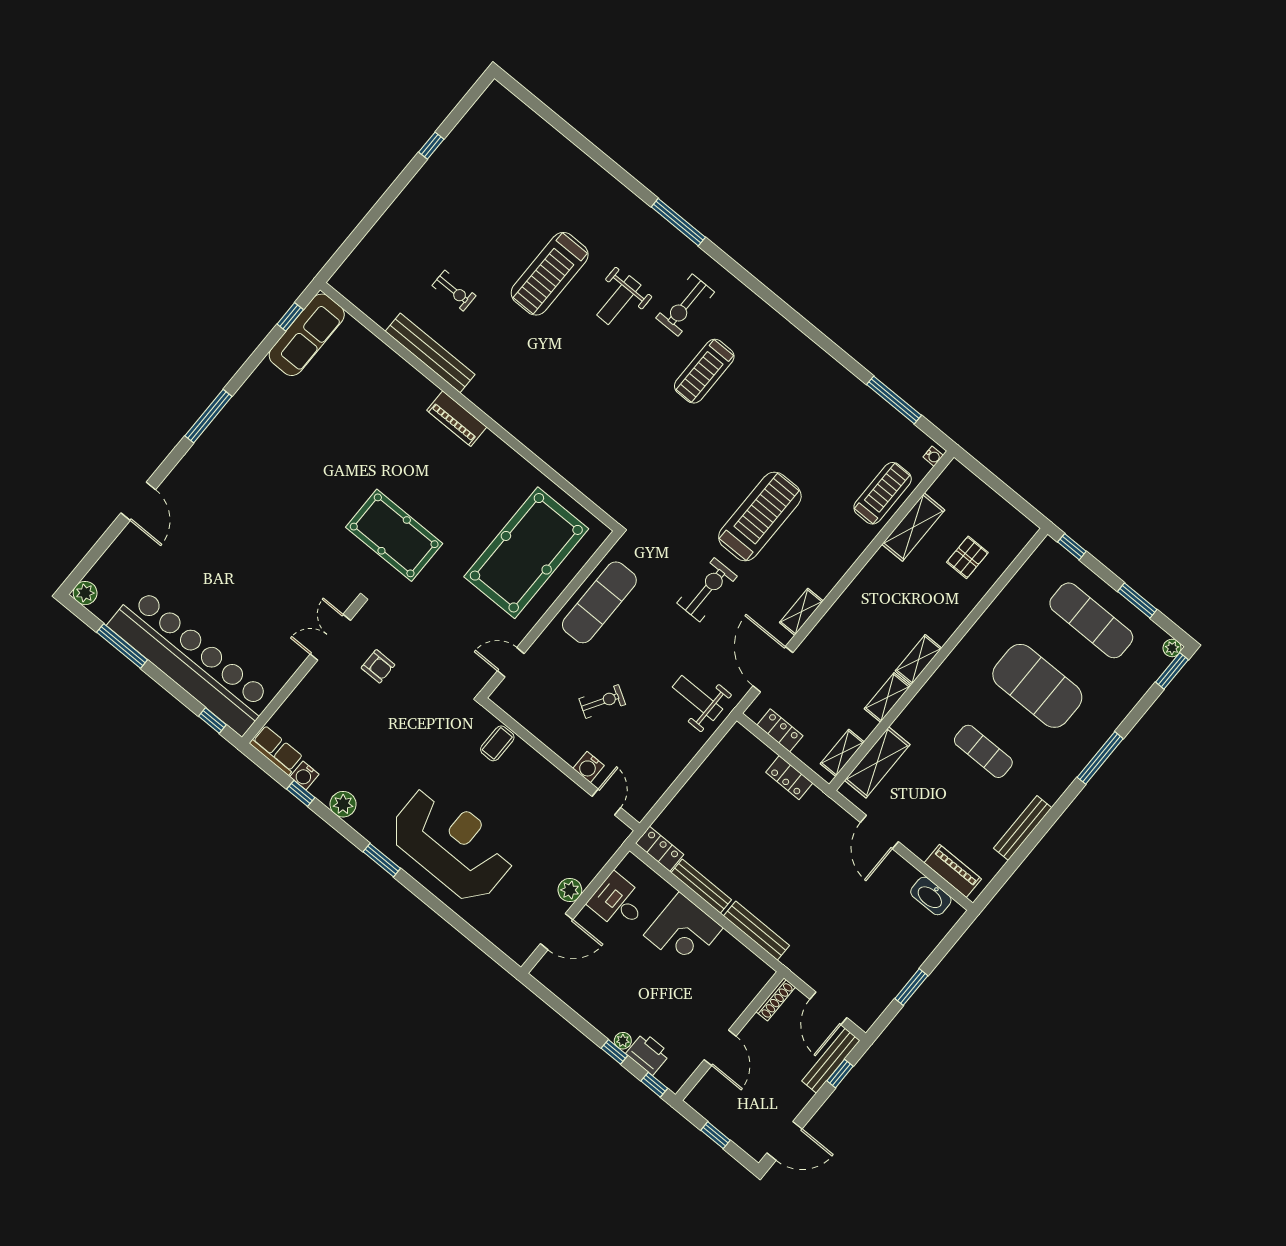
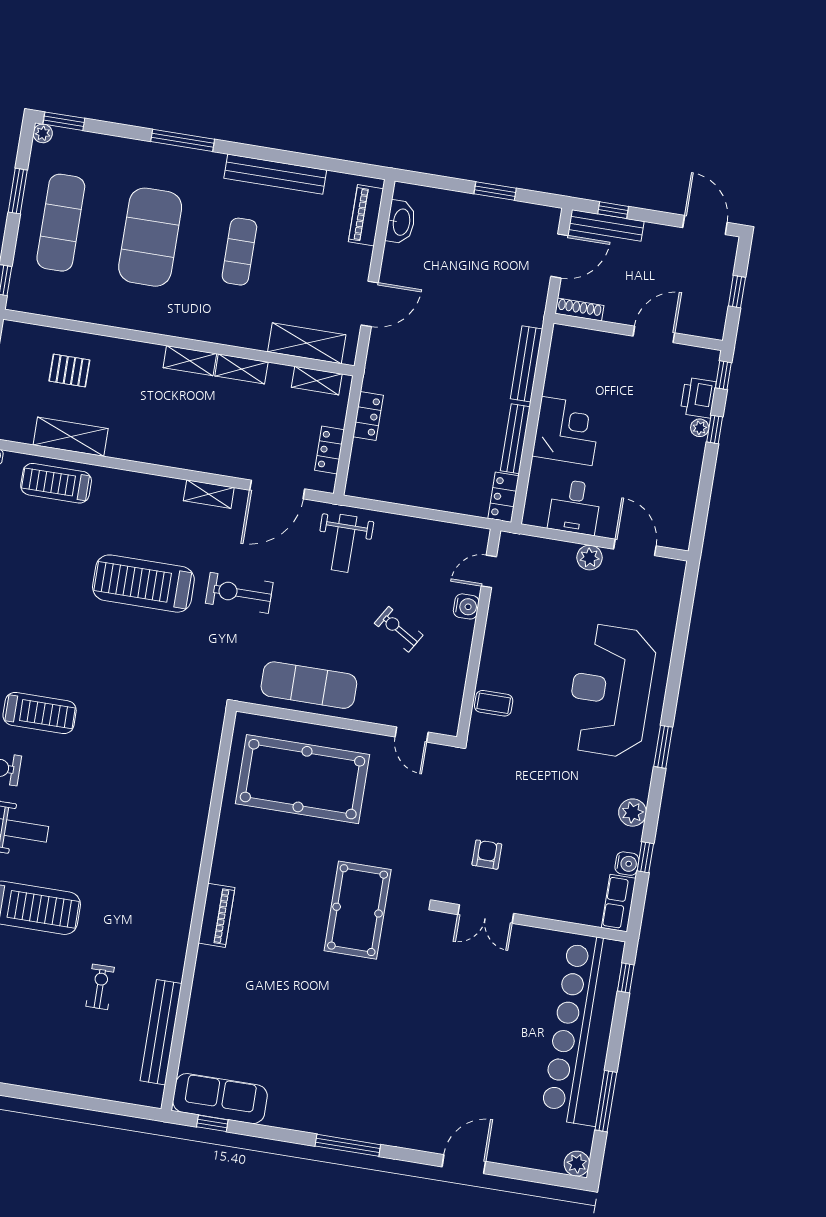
bench: (430, 353) -> (161, 1032), moved
bench: (1023, 828) -> (275, 174), width x1.37, depth x1.21

